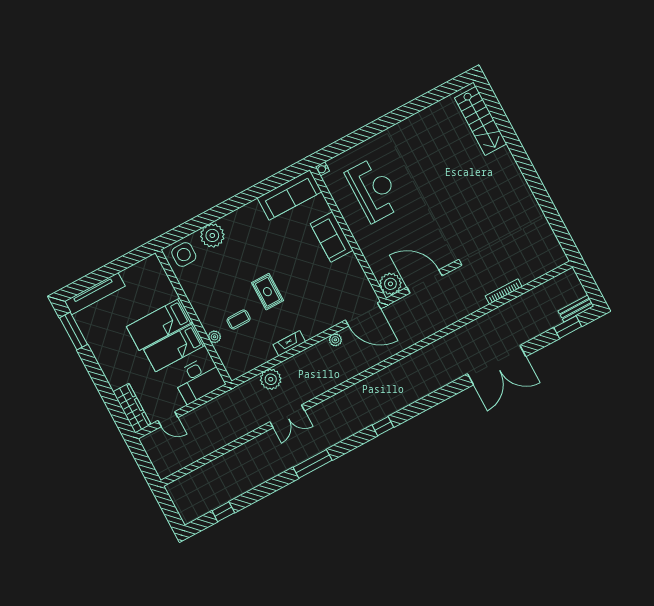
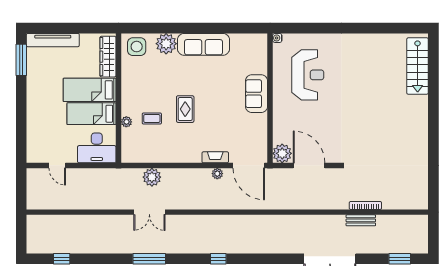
sofa: (289, 195) -> (204, 44), moved
bench: (576, 309) -> (361, 220), moved
fireplace: (289, 343) -> (215, 157), moved
wardrobe: (132, 408) -> (108, 57), moved, turned 180

